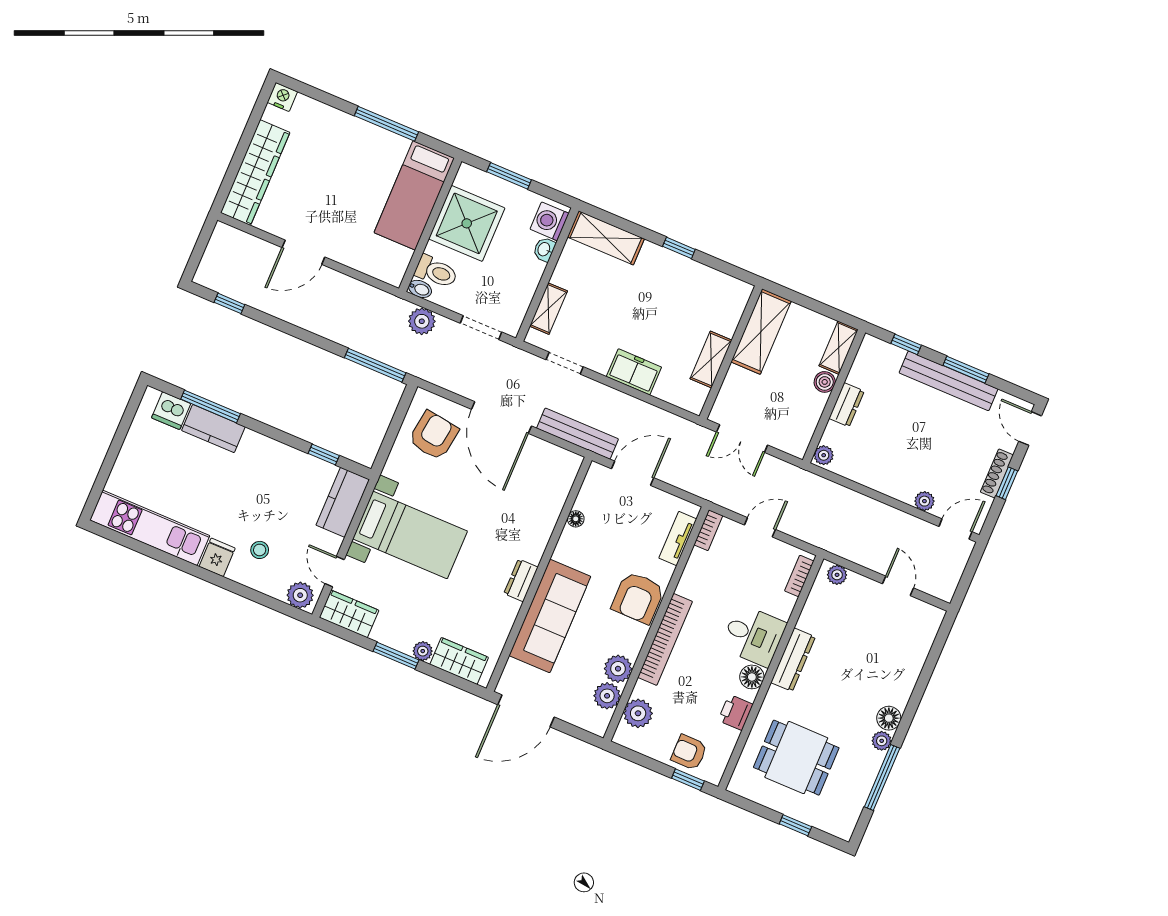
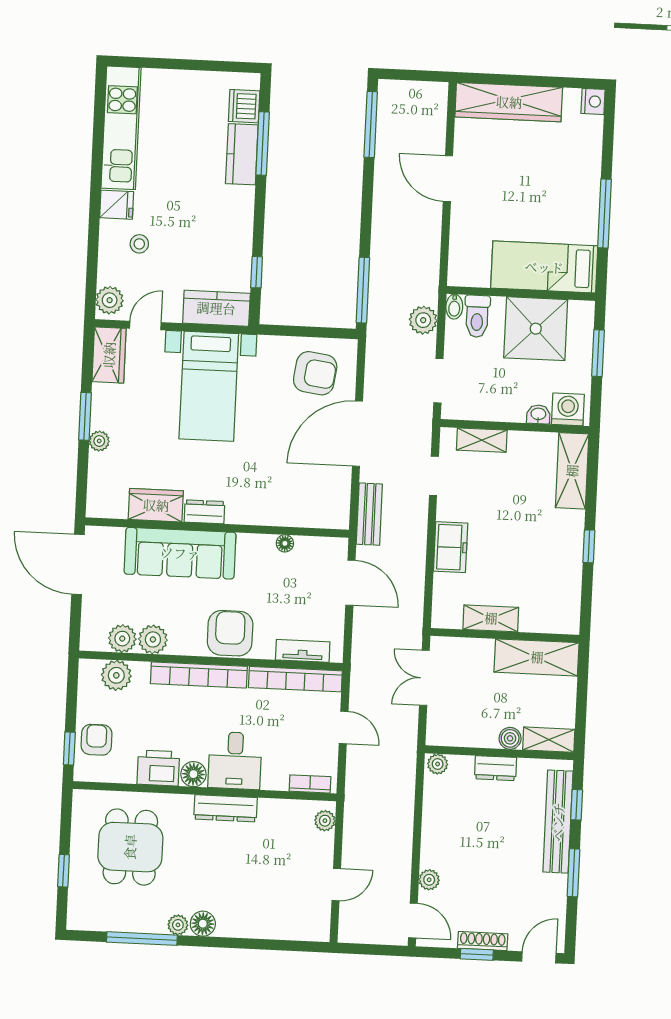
window: (229, 303) -> (371, 125), width x2.17
bench: (948, 381) -> (558, 822), moved
bench: (577, 434) -> (369, 514), width x0.73
bookcase: (708, 530) -> (295, 679), width x2.31, depth x1.31
armchair: (638, 598) -> (230, 633), turned 90
wardrobe: (459, 661) -> (156, 505), moved, turned -90
printer: (736, 712) -> (158, 768), width x1.36, depth x1.24

